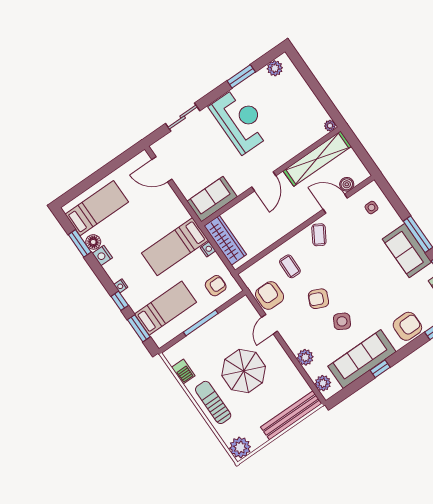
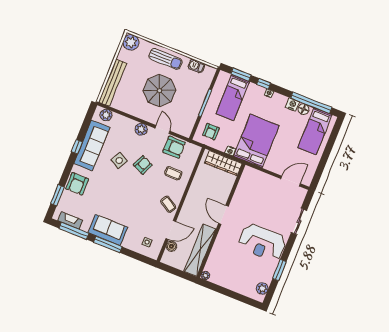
sofa: (212, 199) -> (248, 183), removed
window: (80, 243) -> (311, 103), width x2.11
bed: (175, 247) -> (256, 141), width x1.50
plant: (305, 357) -> (141, 129), moved

